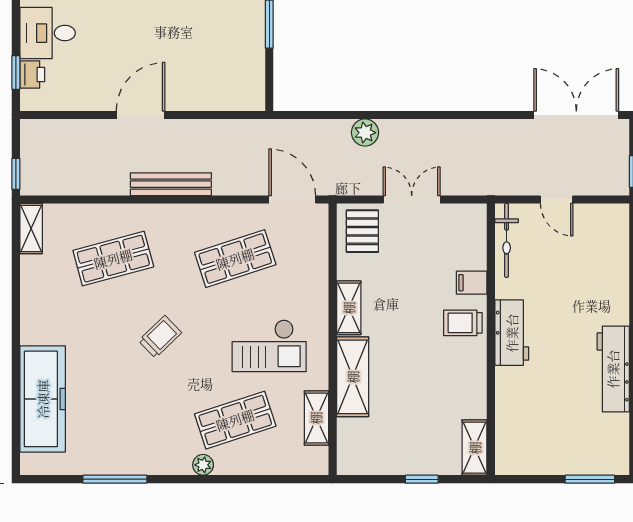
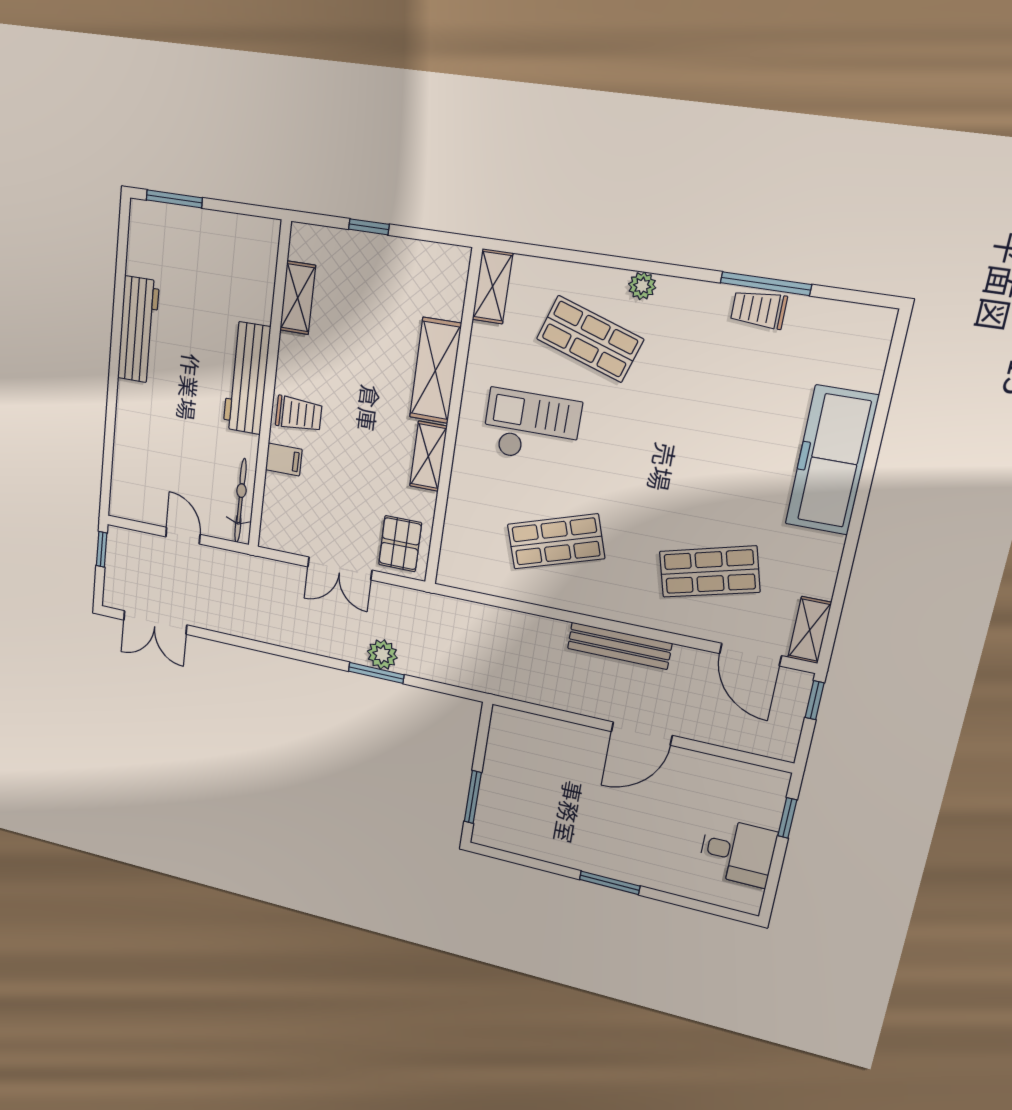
printer: (32, 74) -> (767, 811), removed
window: (368, 115) -> (376, 673), added
double door: (576, 115) -> (155, 622), width x0.73
door: (292, 199) -> (750, 655), moved
workbench: (512, 333) -> (247, 378), width x1.38
trolley: (160, 337) -> (759, 309), moved, turned 44
freezer: (43, 399) -> (832, 460), moved
shelving: (316, 418) -> (492, 286), moved
shop shelf: (235, 420) -> (590, 339), turned 36
shelving: (475, 448) -> (298, 298), moved

